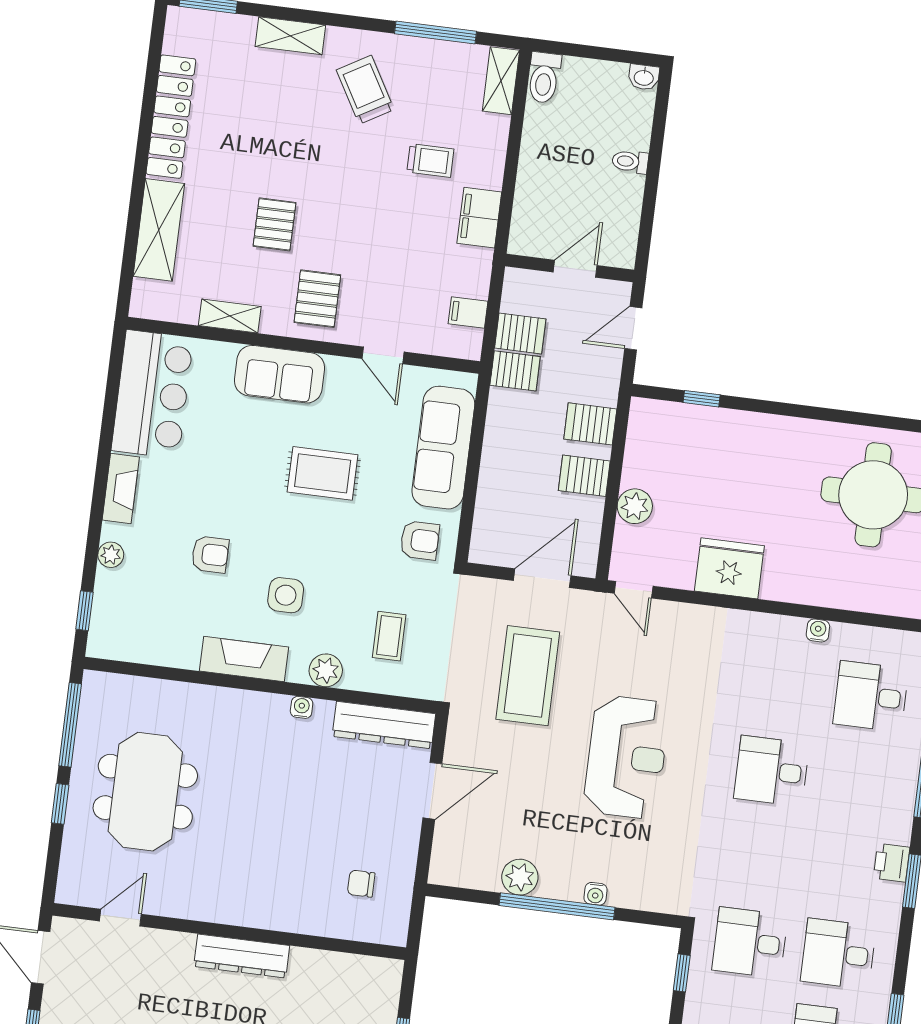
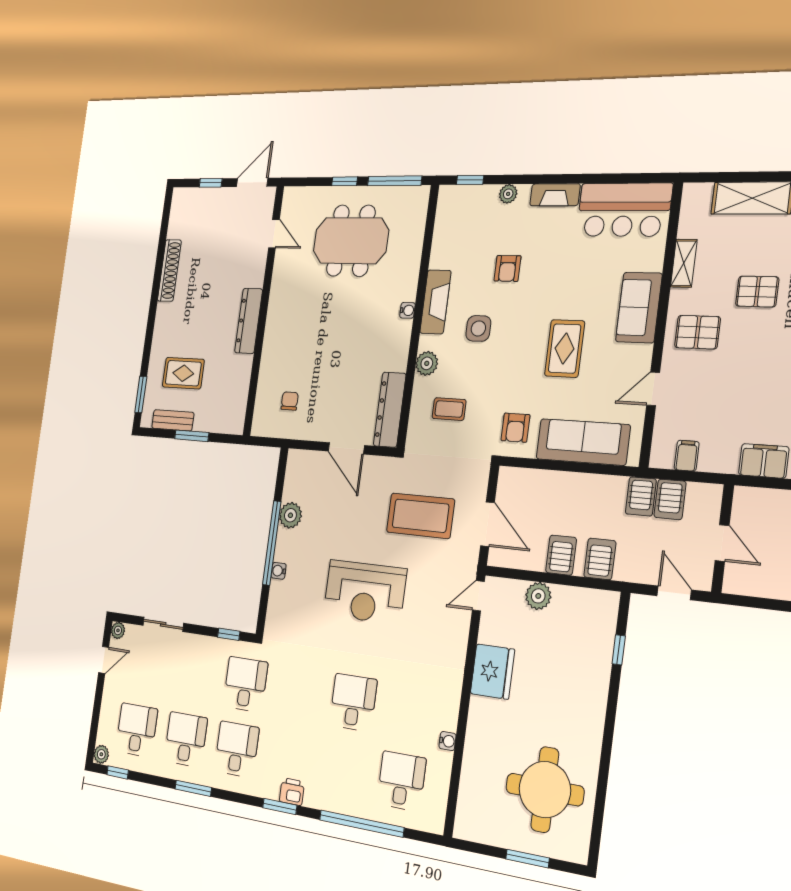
water cooler: (302, 707) -> (407, 310), moved

